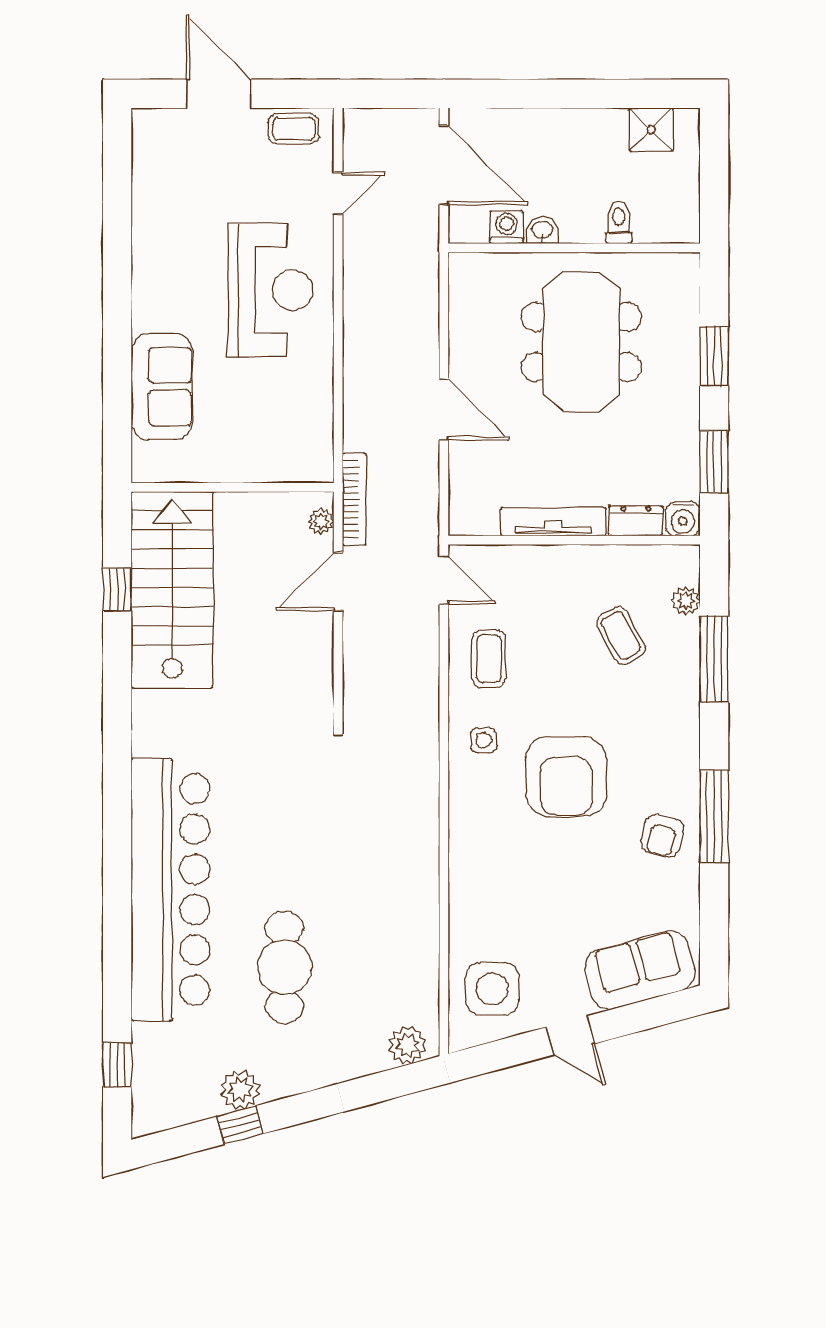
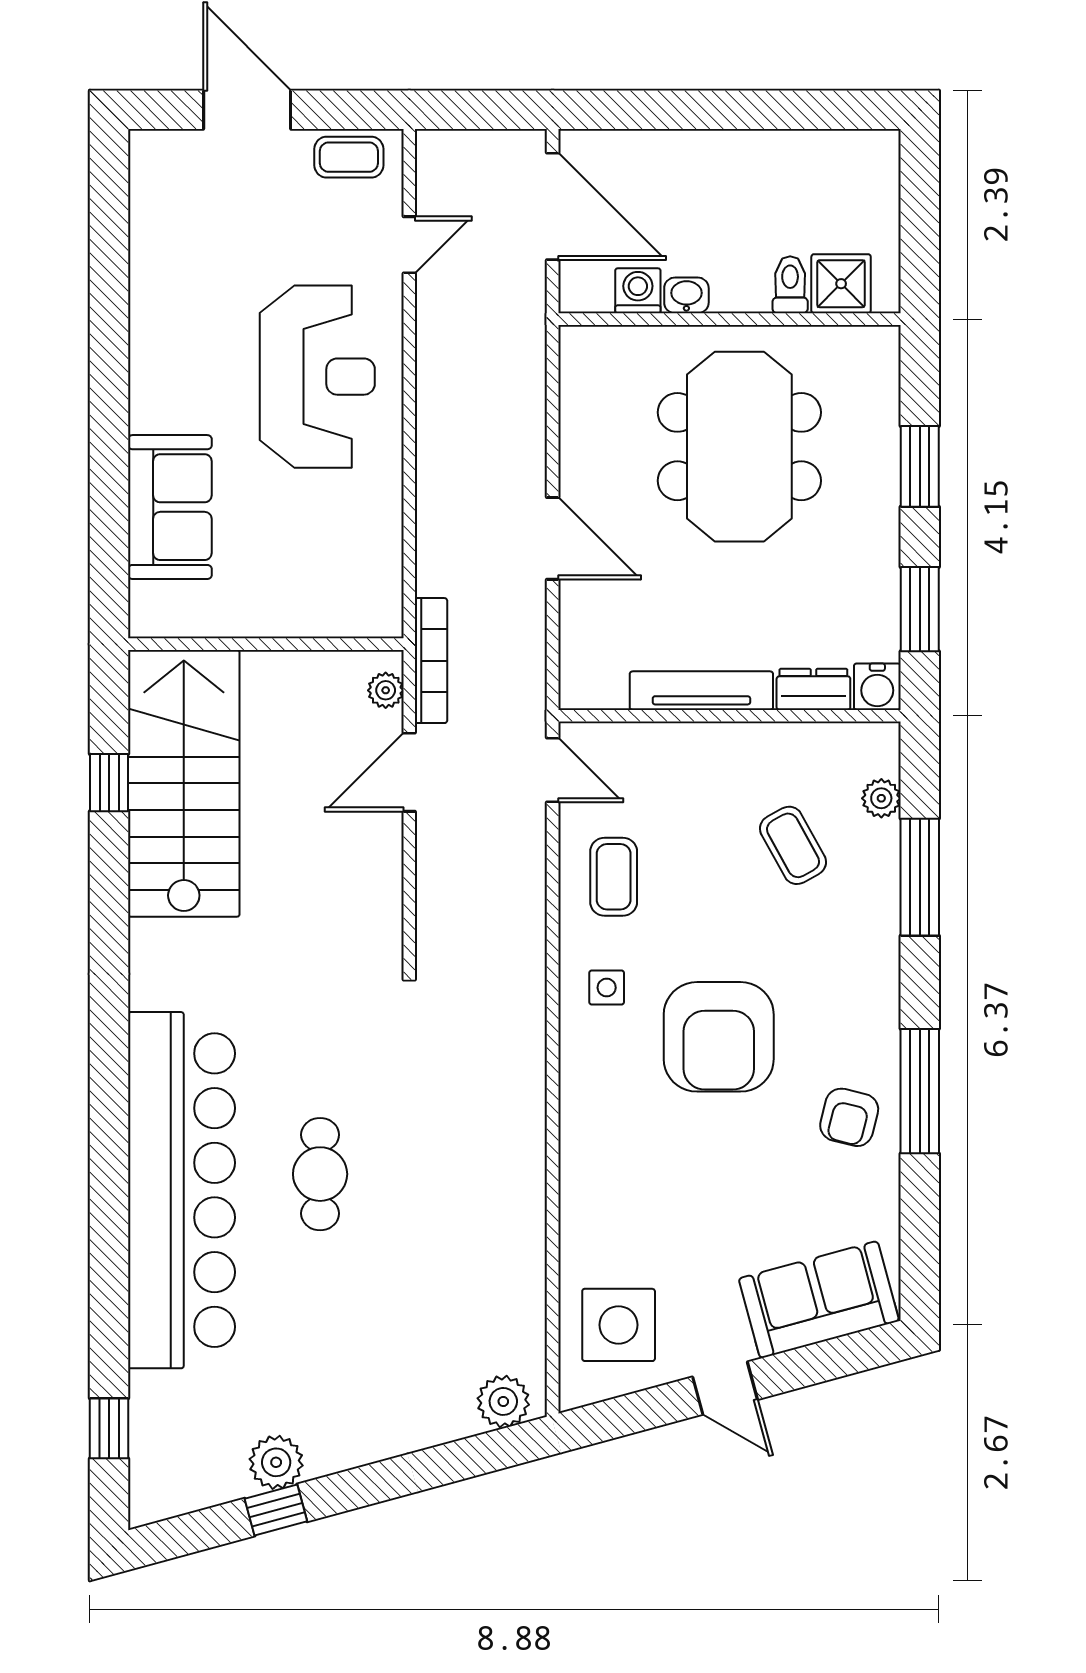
shower: (651, 130) -> (841, 284), moved
cafe table: (284, 967) -> (320, 1174), moved, width x0.73, depth x0.74

